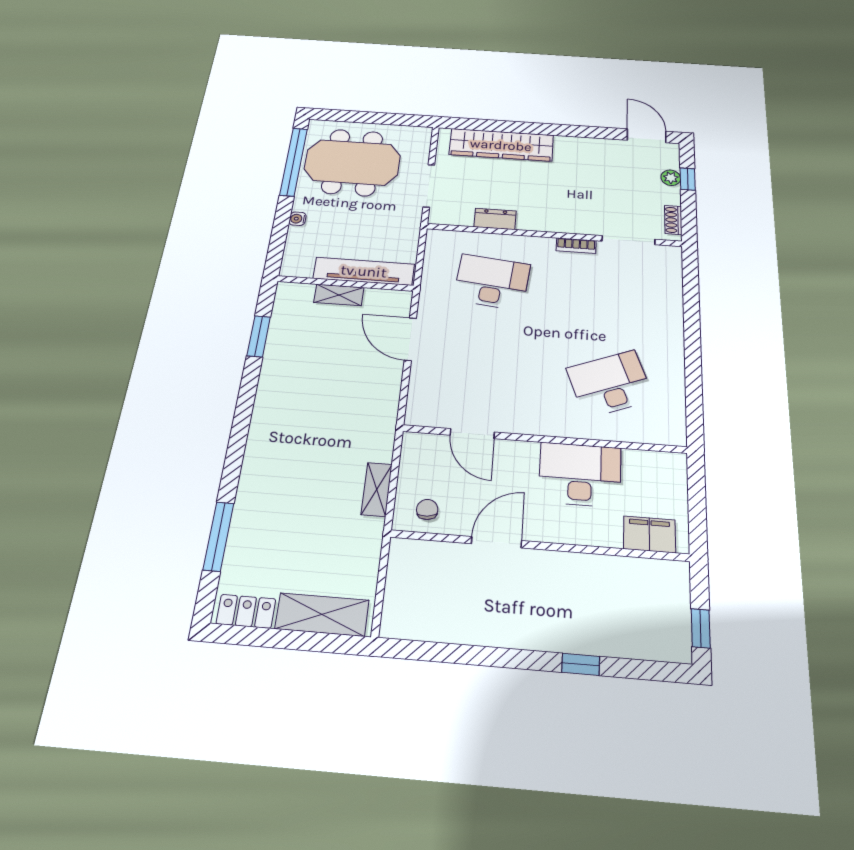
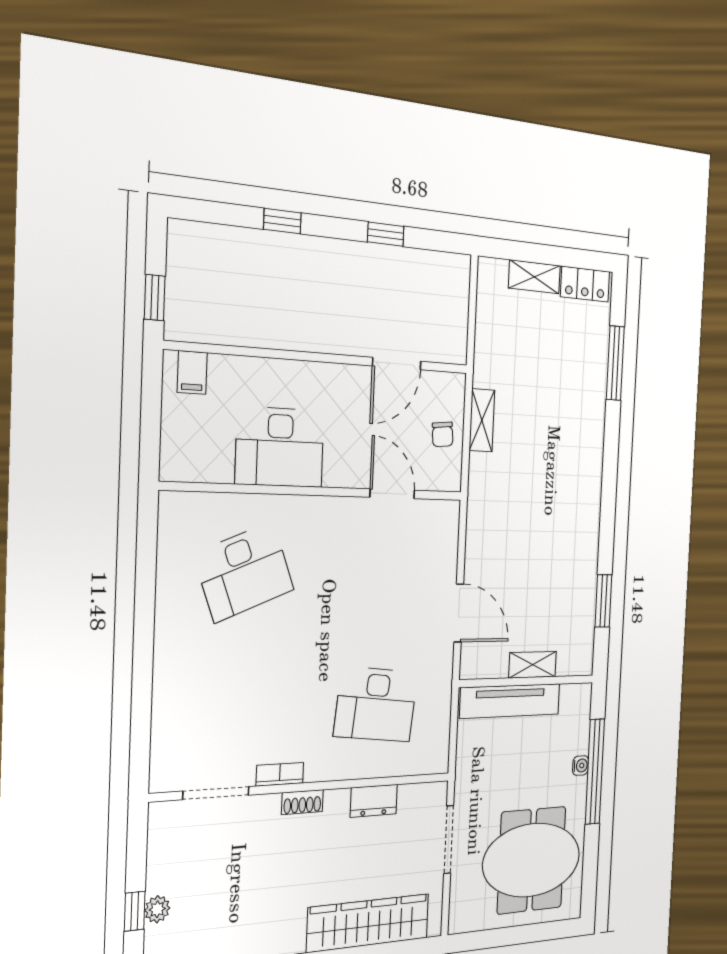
window: (294, 162) -> (595, 772), moved
shoe rack: (673, 220) -> (302, 802), moved, turned 90
chair: (427, 509) -> (443, 434), moved
filing cabinet: (650, 534) -> (192, 372), width x0.50
door: (496, 542) -> (397, 364), moved
shelving: (322, 614) -> (534, 277), width x0.67, depth x0.75
window: (701, 628) -> (155, 298), moved
window: (473, 655) -> (386, 234), added

